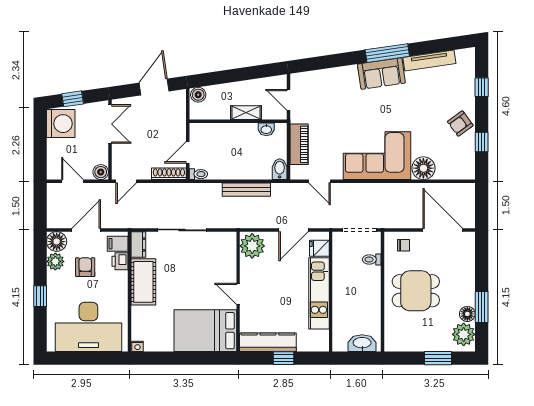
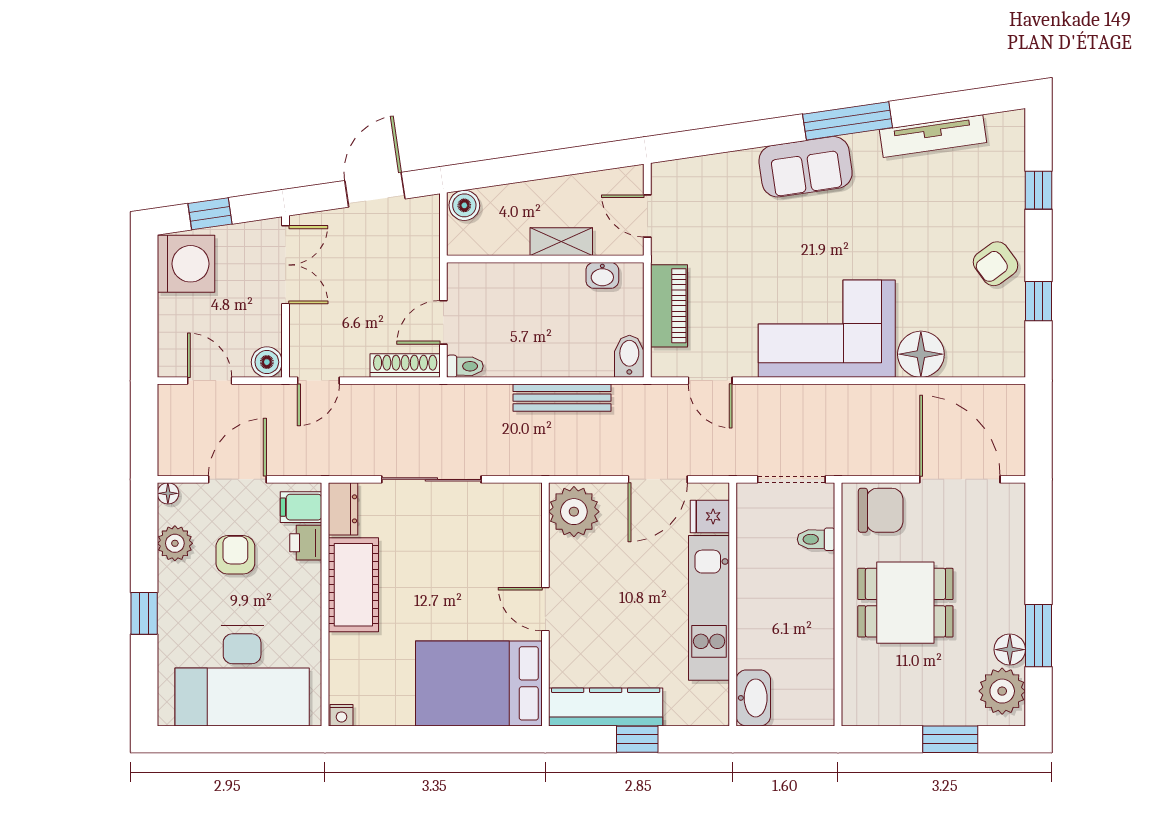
sofa: (381, 74) -> (806, 167), moved
floor lamp: (57, 242) -> (168, 493), width x0.53, depth x0.53
chair: (404, 245) -> (881, 510), width x1.87, depth x1.87
washbasin: (362, 343) -> (753, 698), moved, turned 90

